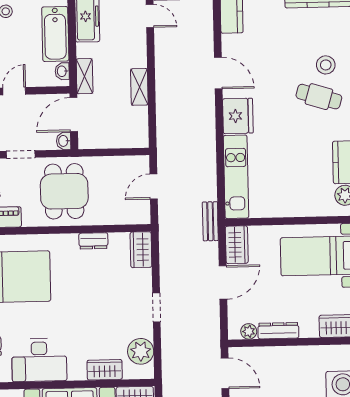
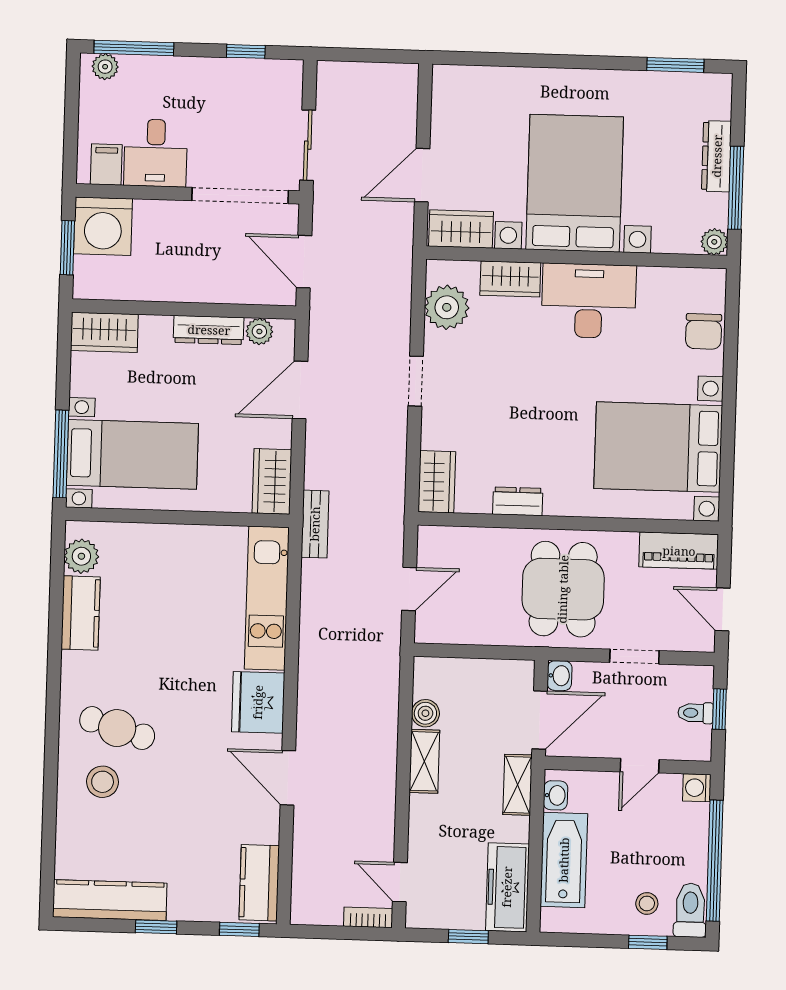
boiler: (140, 115) -> (425, 713), added
door: (223, 282) -> (300, 390), moved
desk: (39, 360) -> (589, 301), moved

